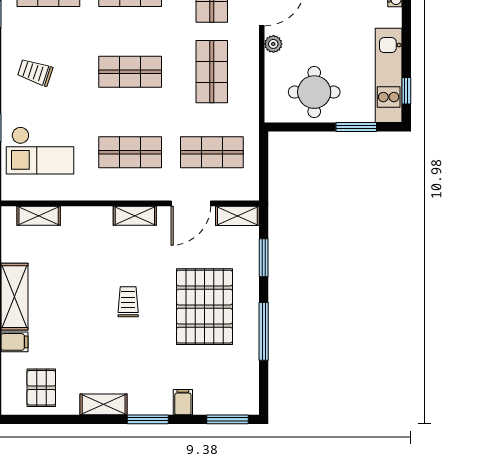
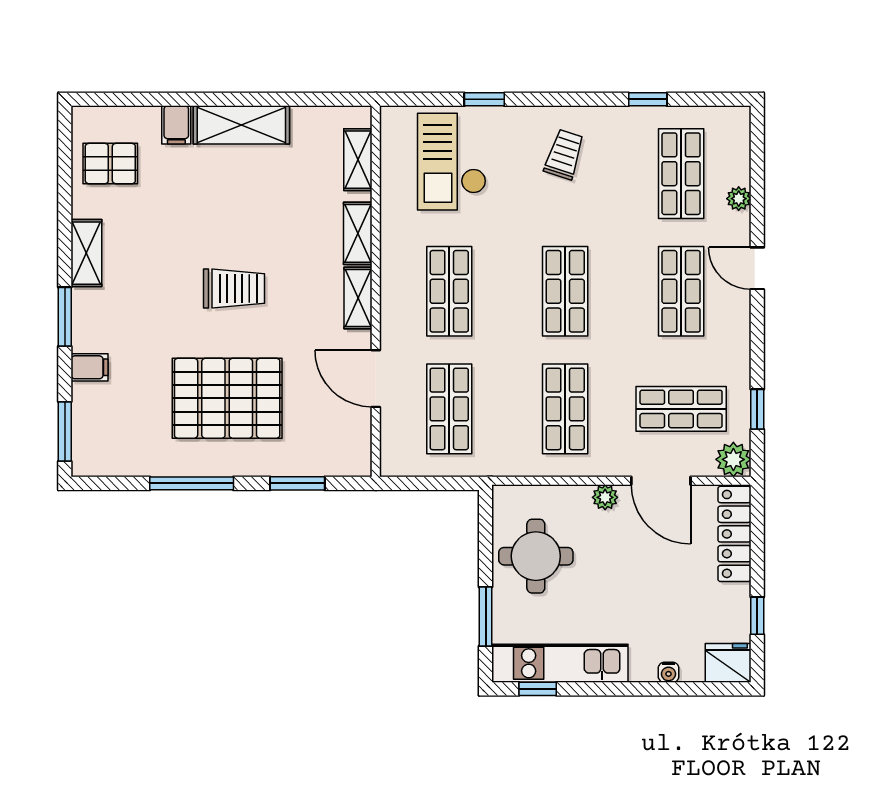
shop shelf: (212, 72) -> (565, 409), turned 90
shelving: (237, 216) -> (358, 233), moved
trolley: (128, 302) -> (234, 288), width x1.36, depth x1.39

